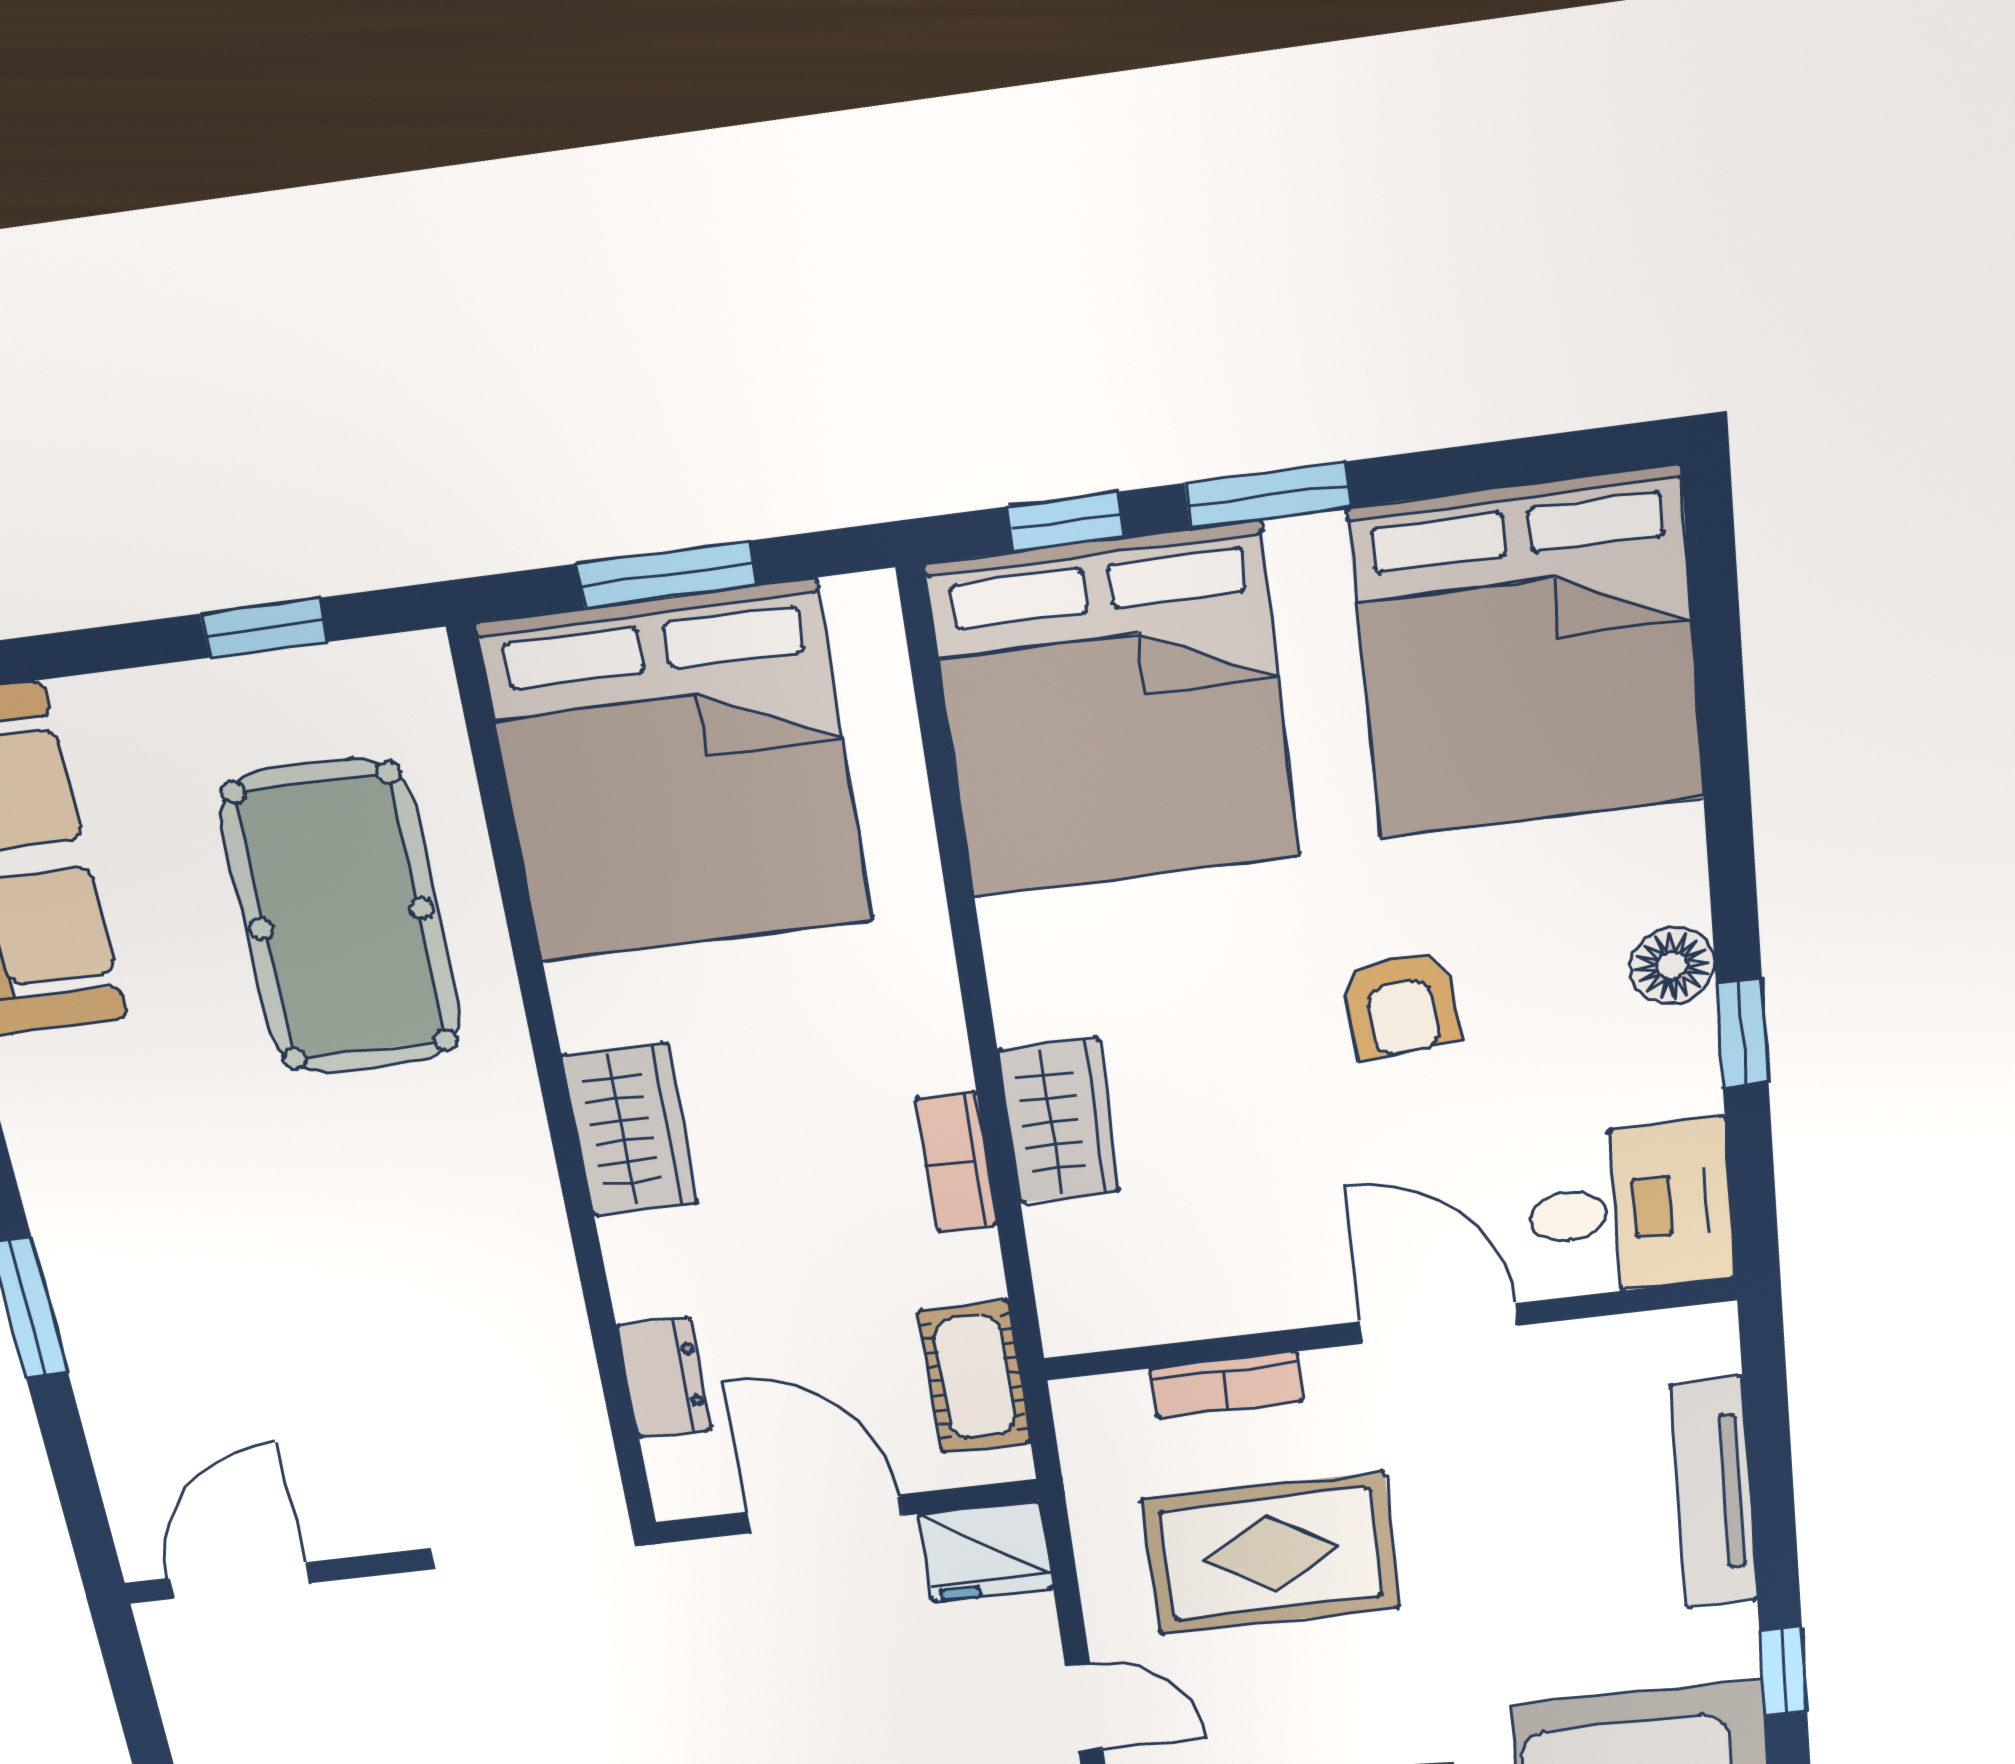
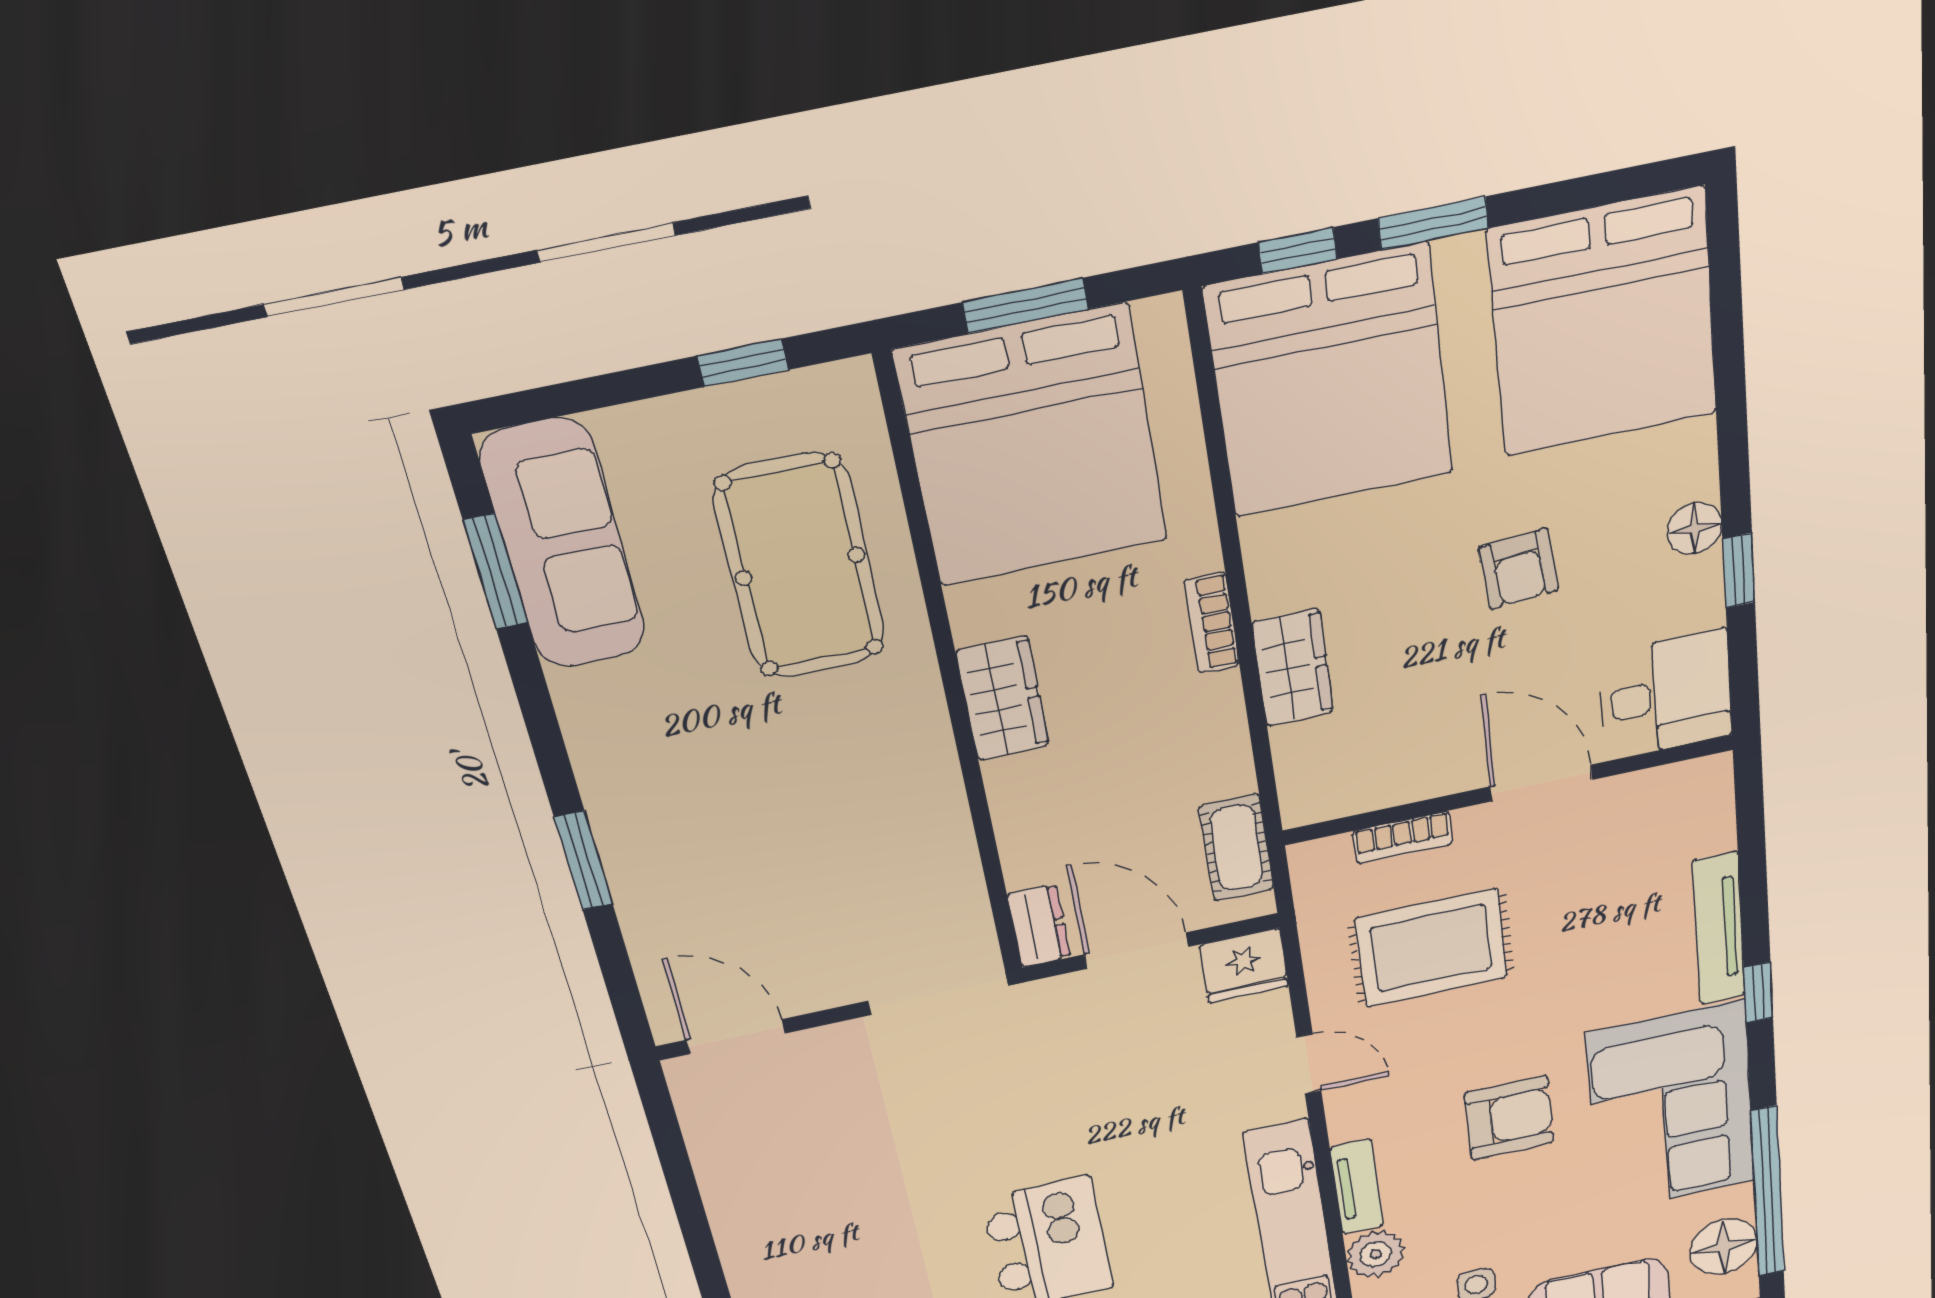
bookcase: (957, 1162) -> (1212, 623), moved
dresser: (664, 1378) -> (1039, 926), moved
tv unit: (1714, 1493) -> (1719, 929), moved
door: (240, 1580) -> (736, 1037), hinge flipped

